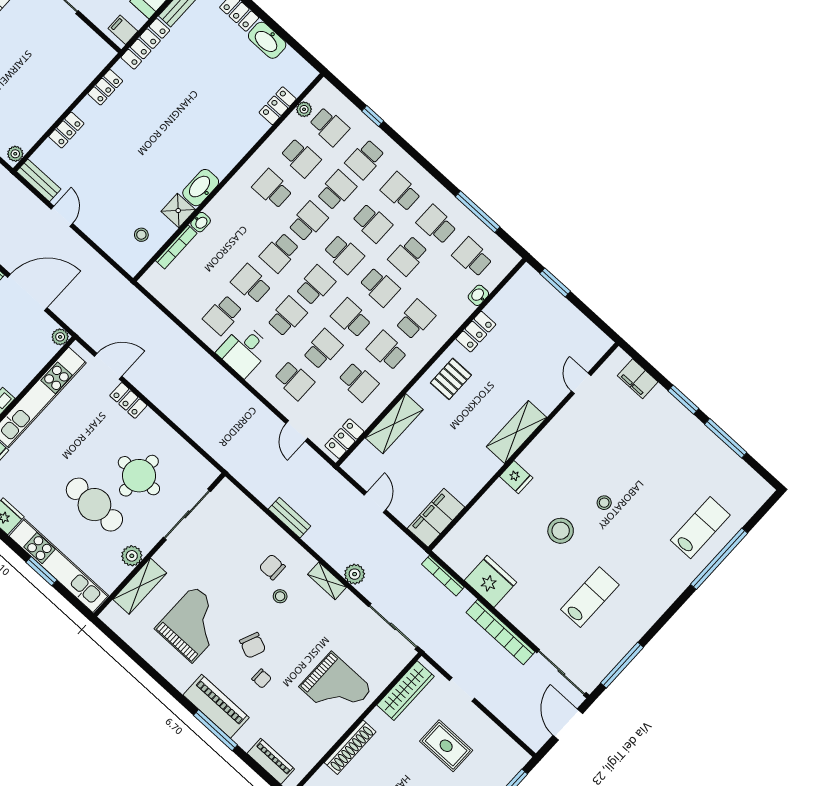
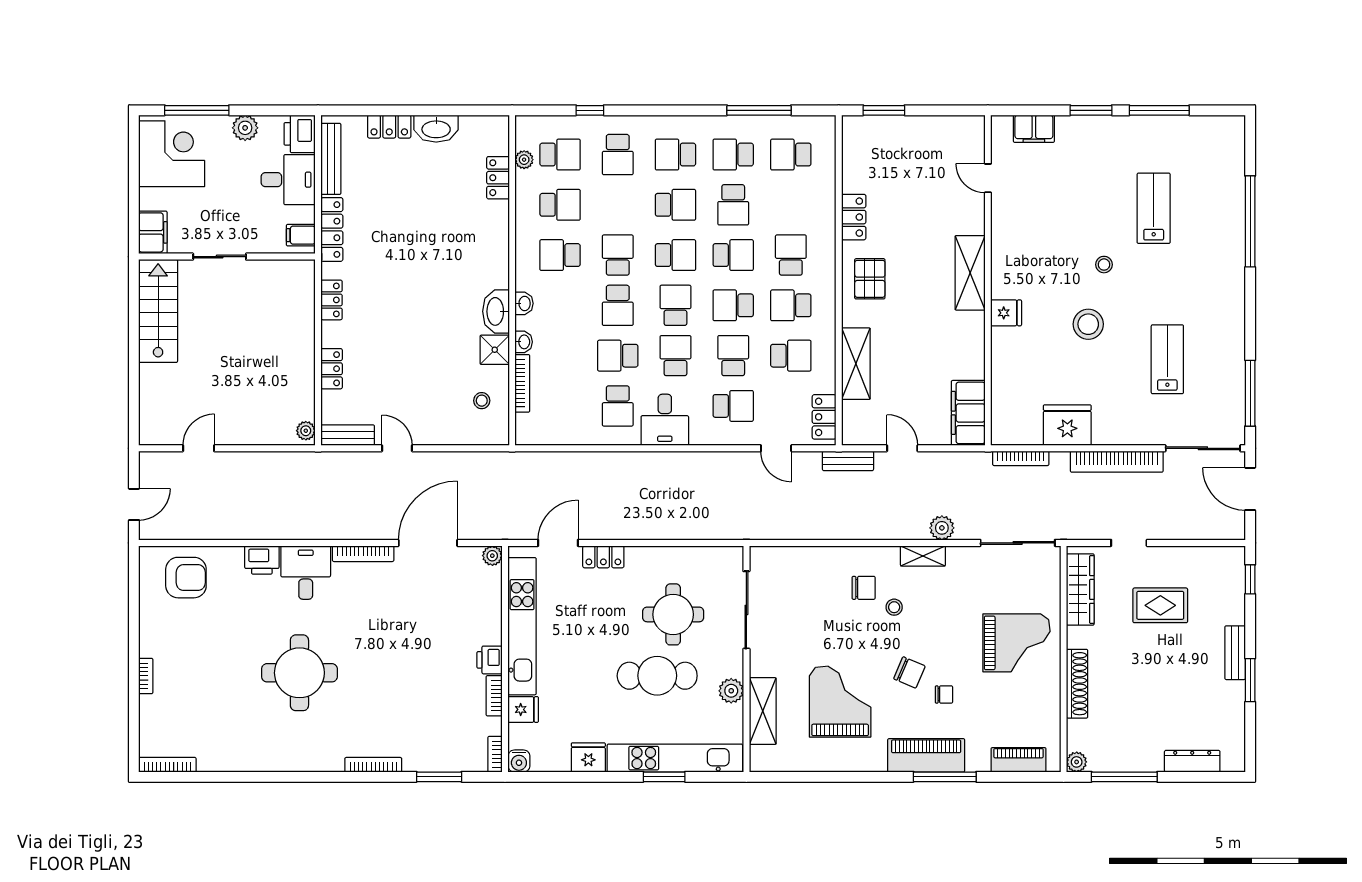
school desk: (337, 190) -> (618, 205), removed
washbasin: (478, 295) -> (524, 303), moved, turned 180
bench: (290, 518) -> (848, 461), moved
lab bench: (700, 528) -> (1154, 208), moved
chair: (272, 567) -> (864, 588), turned 180

